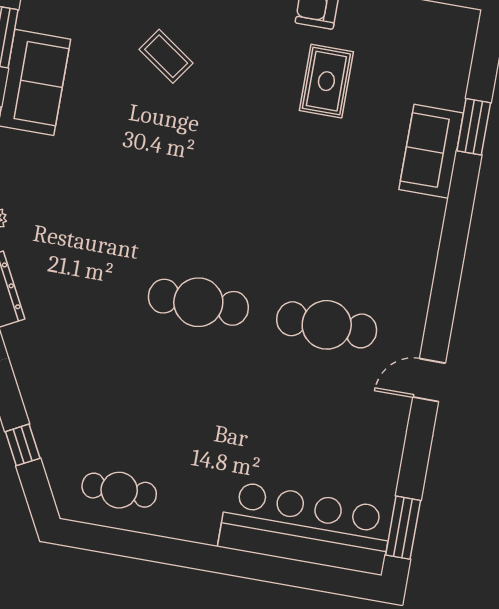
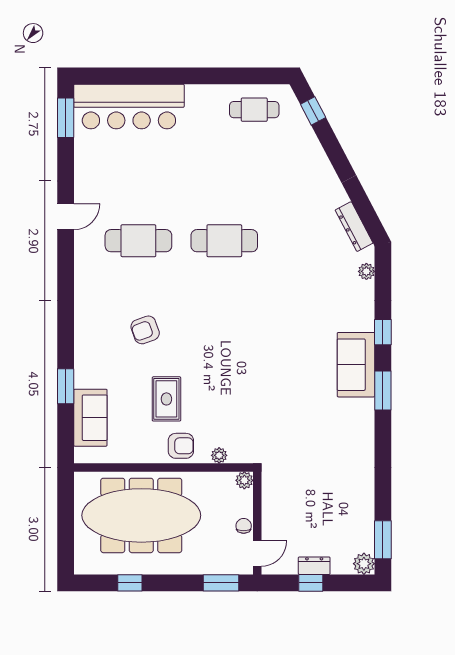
coffee table: (166, 56) -> (273, 397), removed
sofa: (431, 151) -> (90, 418), moved
armchair: (340, 190) -> (145, 330), added
window: (23, 445) -> (313, 111), moved

